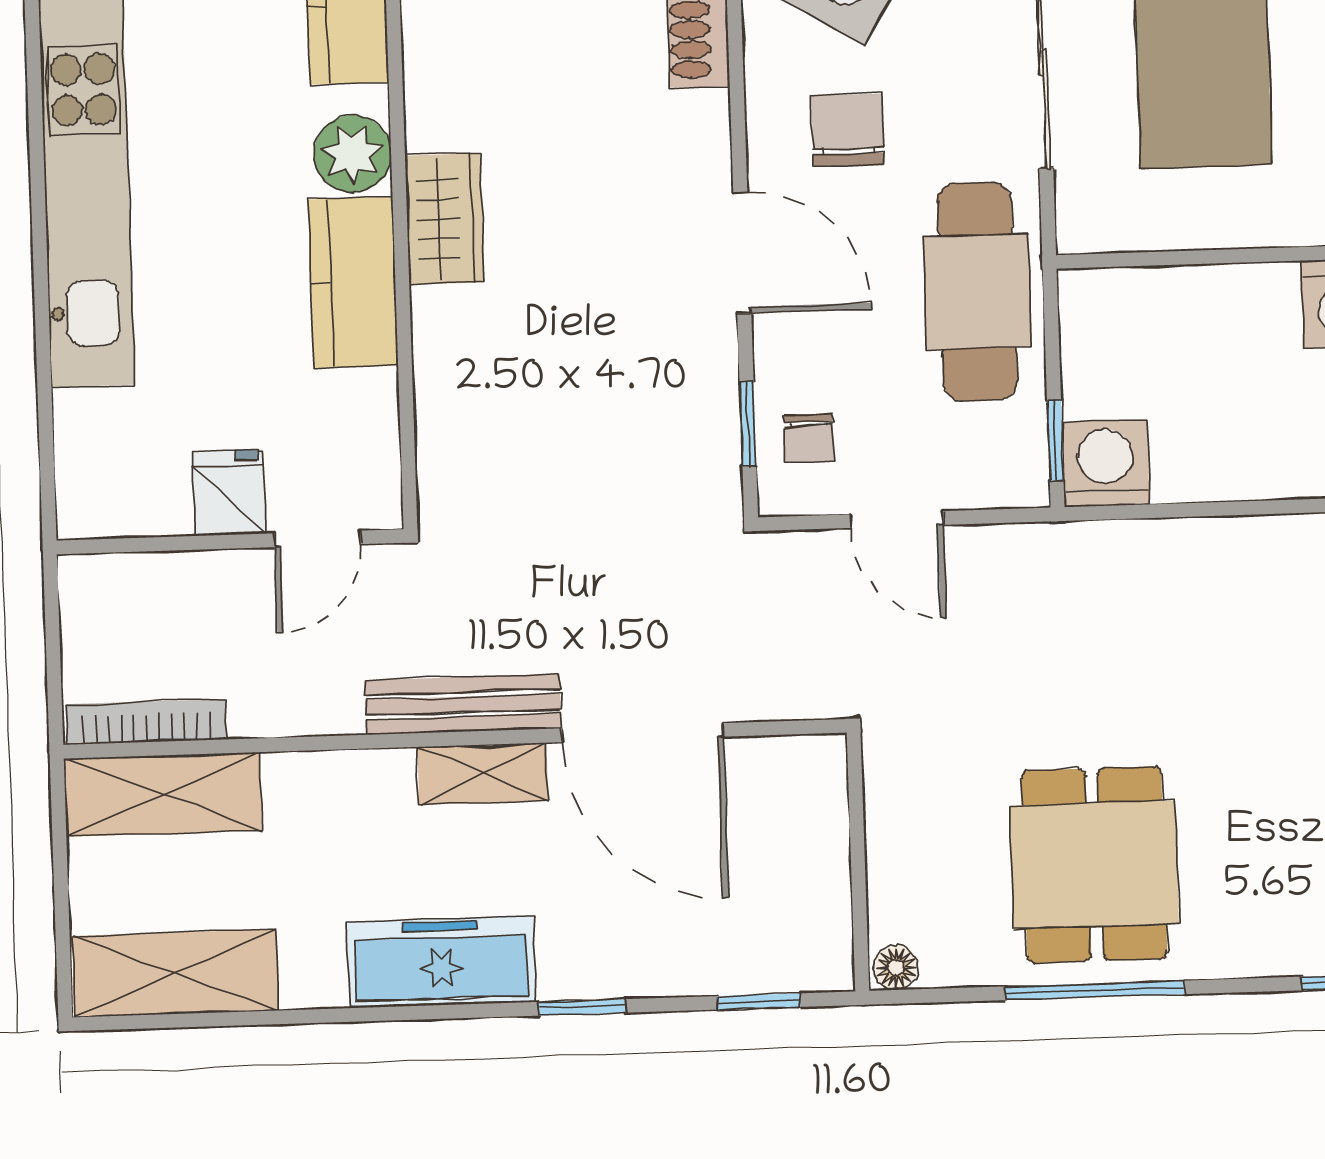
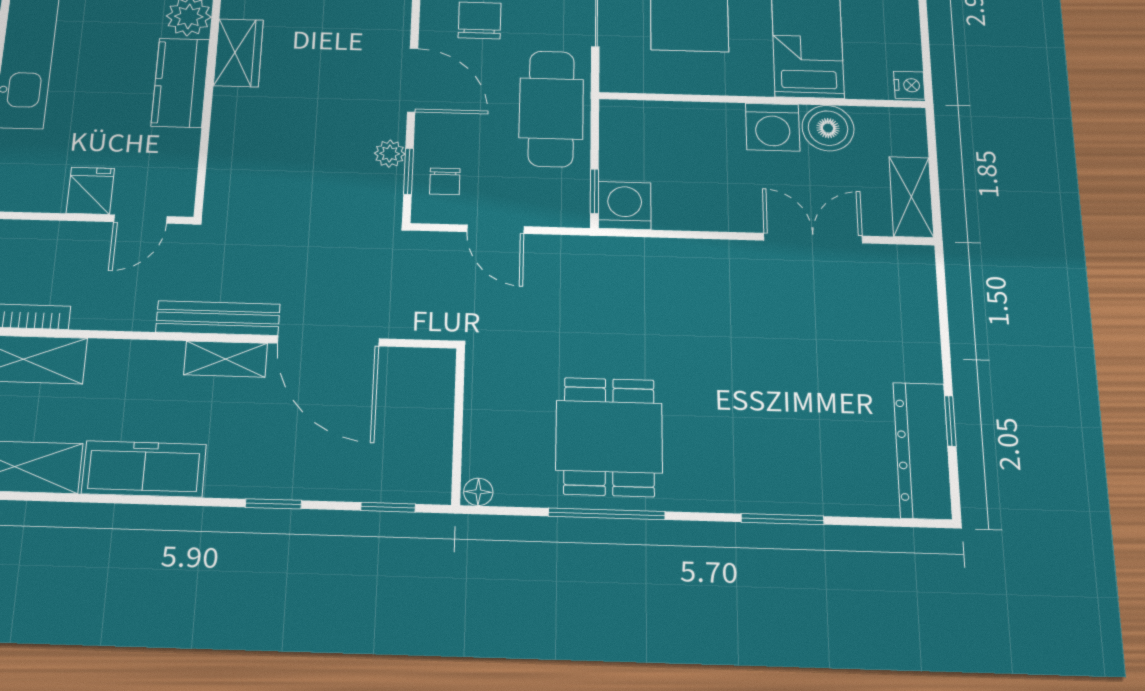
plant: (714, 393) -> (390, 154), added
freezer: (441, 962) -> (144, 469), moved

